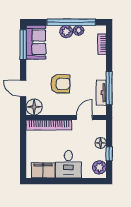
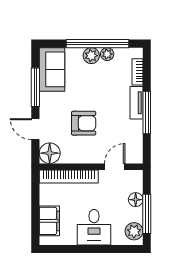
window: (23, 45) -> (35, 87), moved
window: (109, 88) -> (147, 112), moved
tv unit: (101, 93) -> (137, 103), moved
window: (109, 154) -> (147, 214), width x2.17
filing cabinet: (43, 170) -> (49, 221), moved, turned 90

